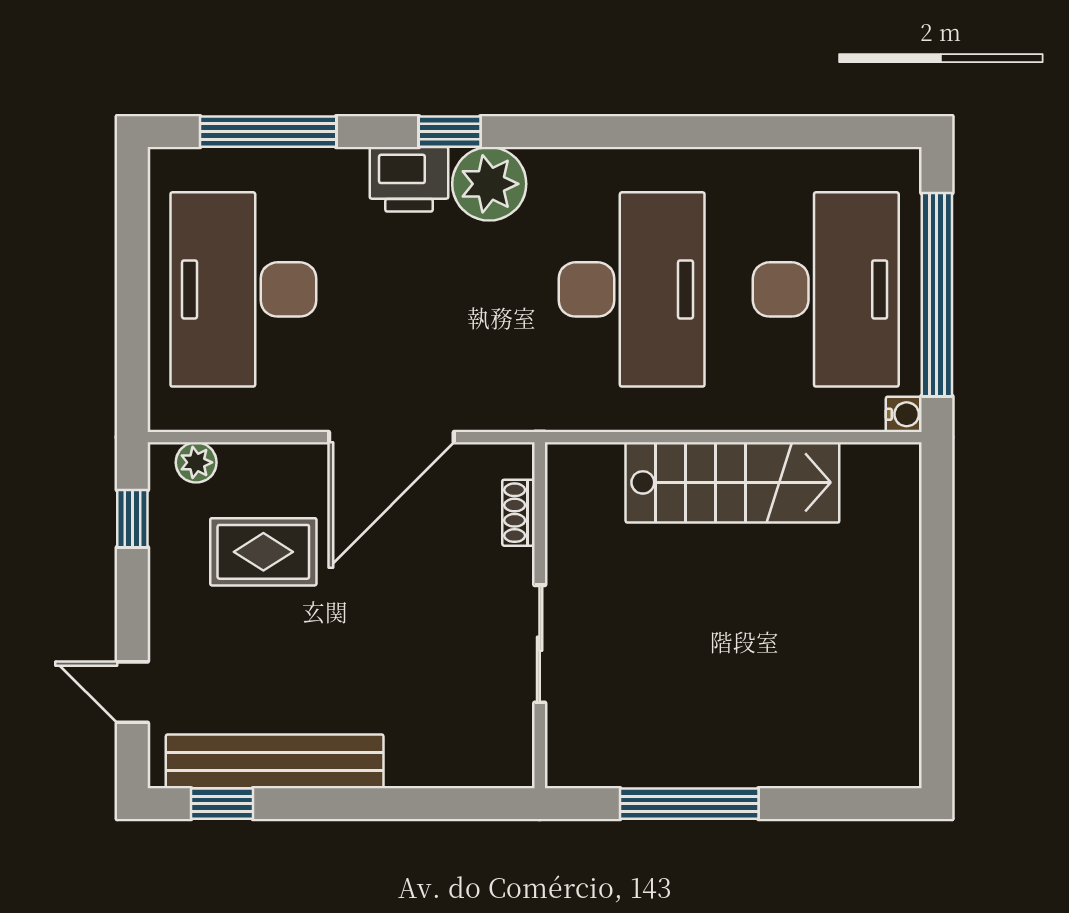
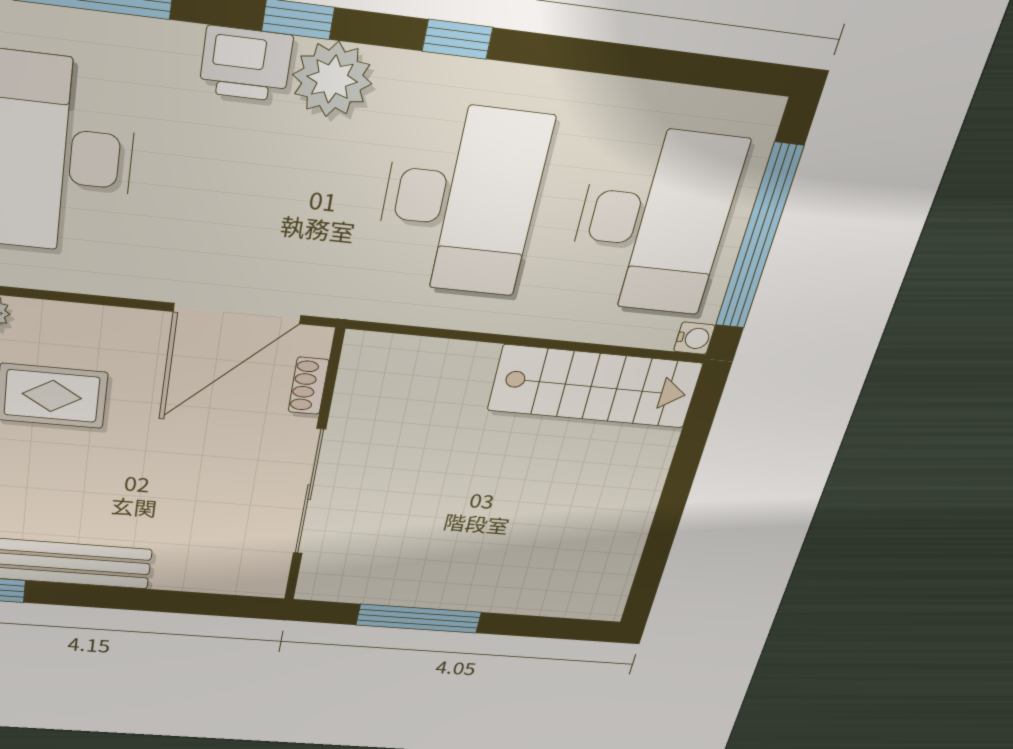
window: (596, 132) -> (457, 39), added
door: (391, 437) -> (237, 314), moved
stairs: (732, 482) -> (595, 387), moved
sliding door: (540, 644) -> (309, 492), width x1.37

